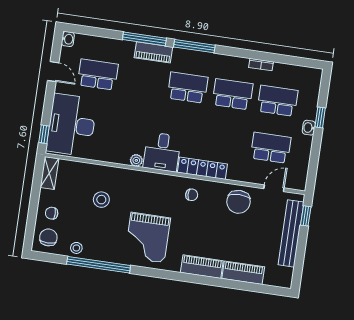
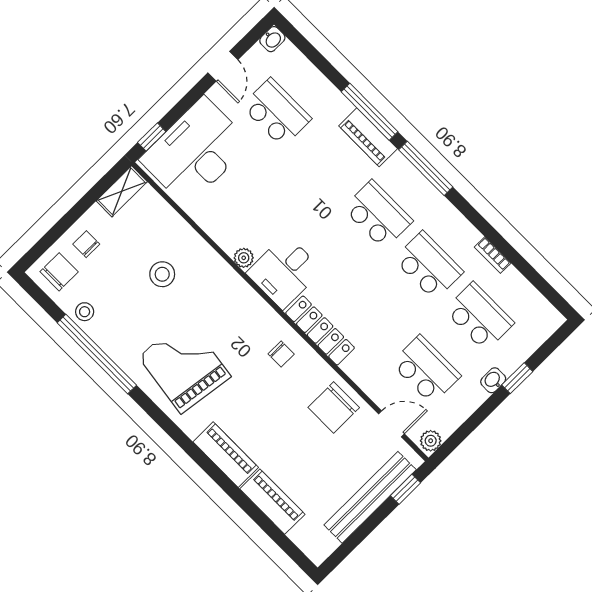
plant: (300, 182) -> (431, 441), added
grand piano: (148, 238) -> (184, 366), turned 98

